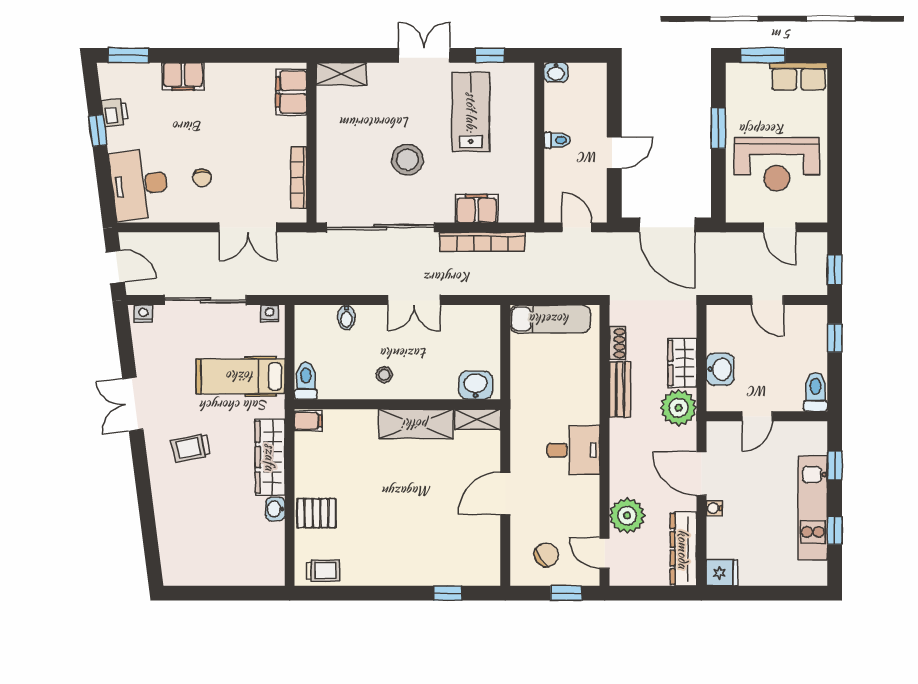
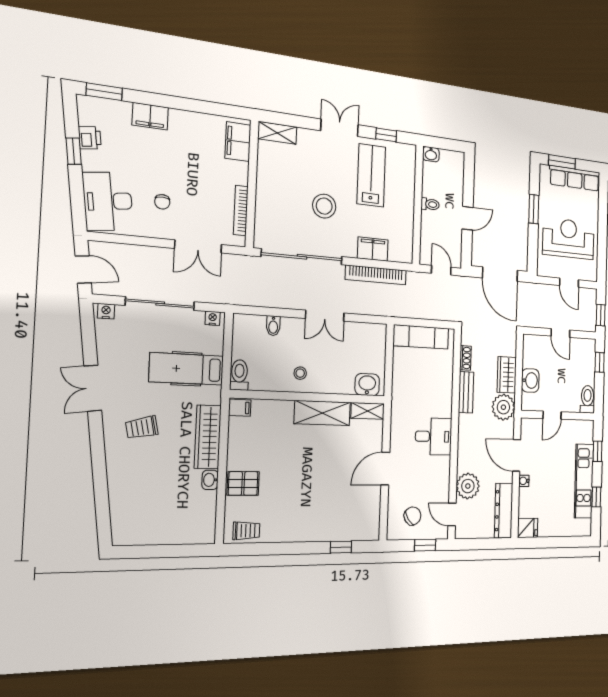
row of seats: (799, 76) -> (575, 178), width x1.48
reception desk: (777, 164) -> (568, 238), turned 180

